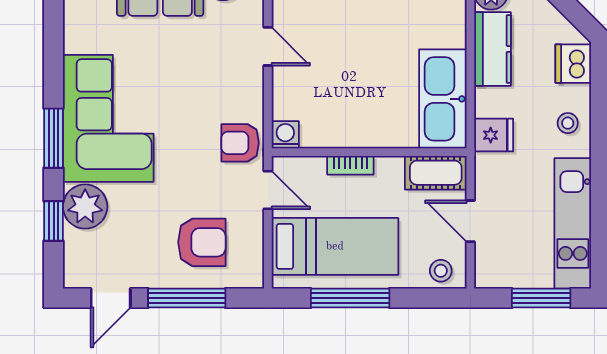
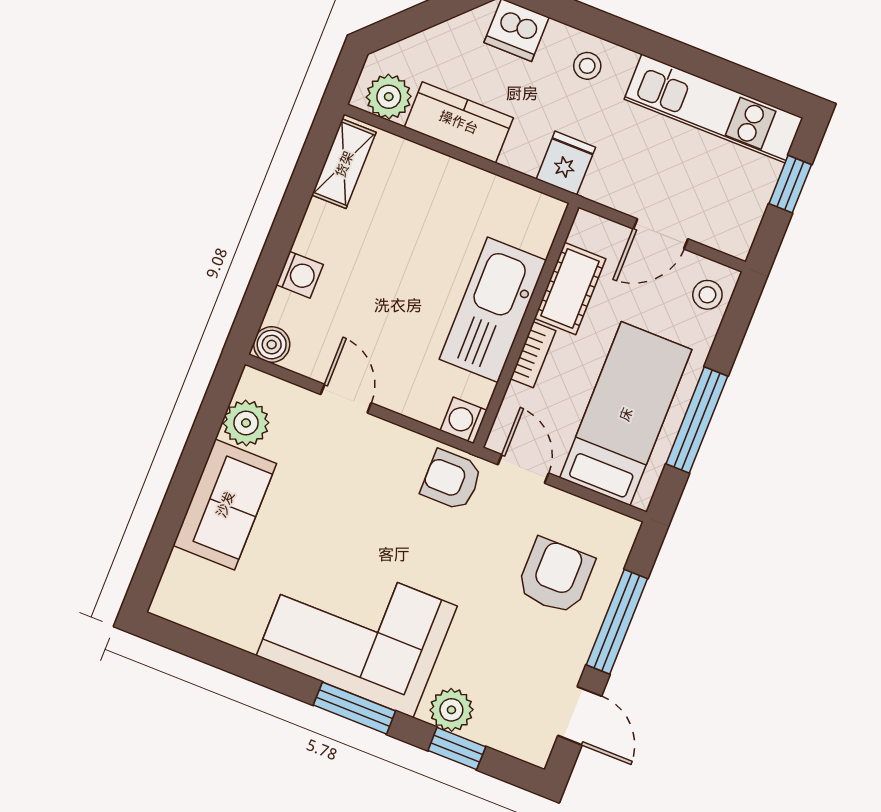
door: (268, 46) -> (346, 399), hinge flipped
kitchen sink: (443, 99) -> (493, 310), moved, turned 90
armchair: (240, 143) -> (451, 480), turned 90
cot: (436, 173) -> (570, 288), moved
door: (268, 190) -> (523, 469), hinge flipped
plant: (85, 207) -> (451, 710), width x0.73, depth x0.73
window: (541, 298) -> (790, 184), width x0.67

